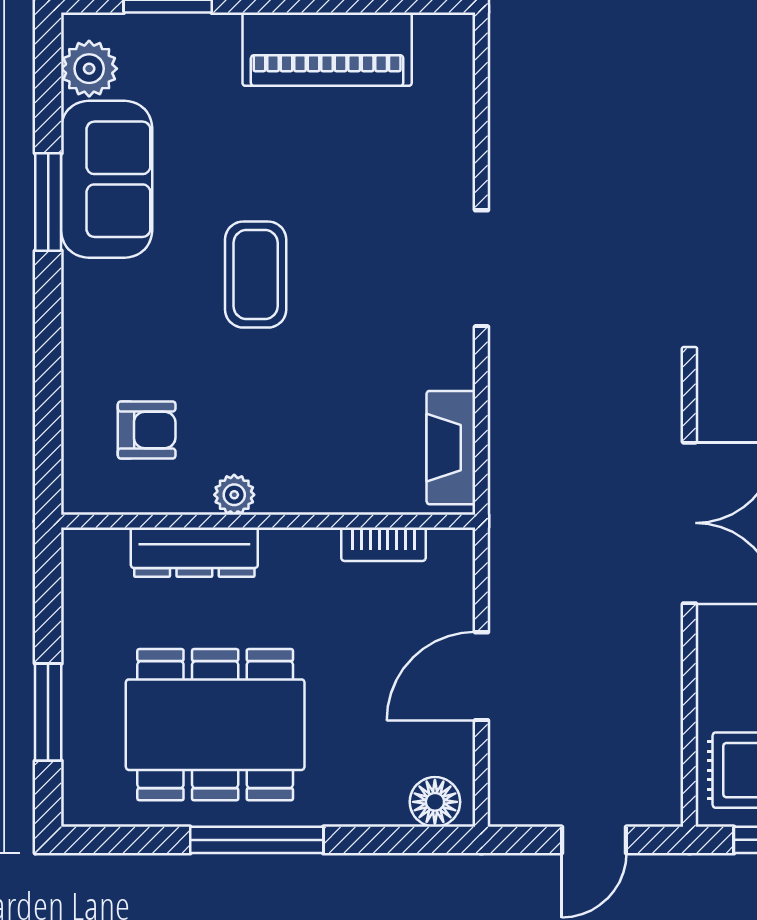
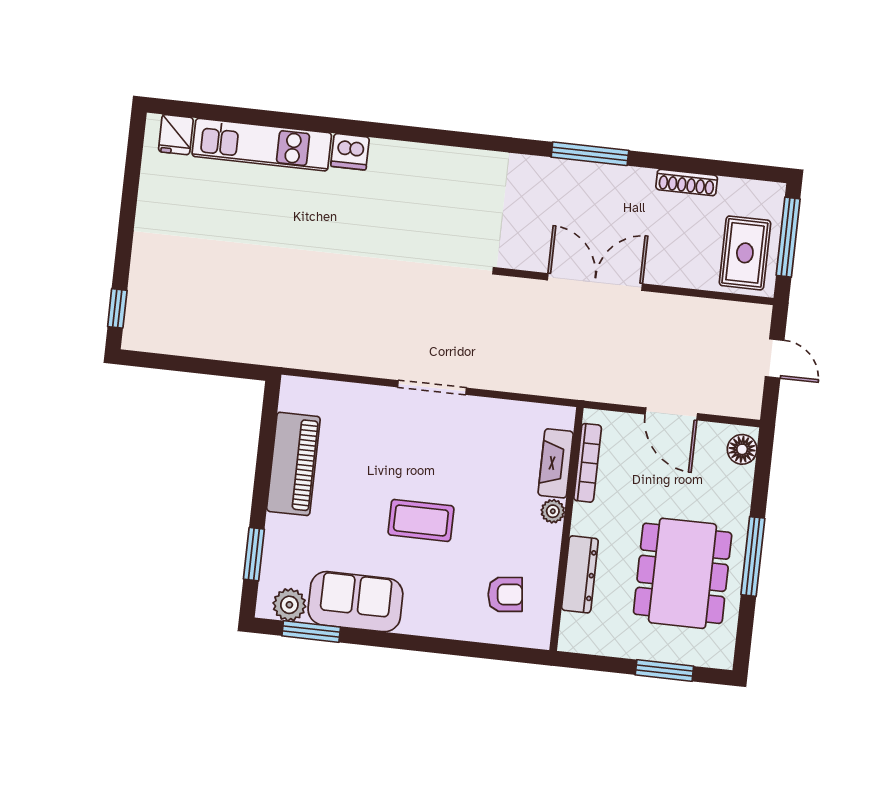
window: (48, 202) -> (311, 631), moved
armchair: (147, 430) -> (505, 594), turned 84
fireplace: (451, 448) -> (556, 463), moved, turned 90
plant: (234, 495) -> (553, 511), moved
bookcase: (383, 544) -> (588, 463), width x1.56

